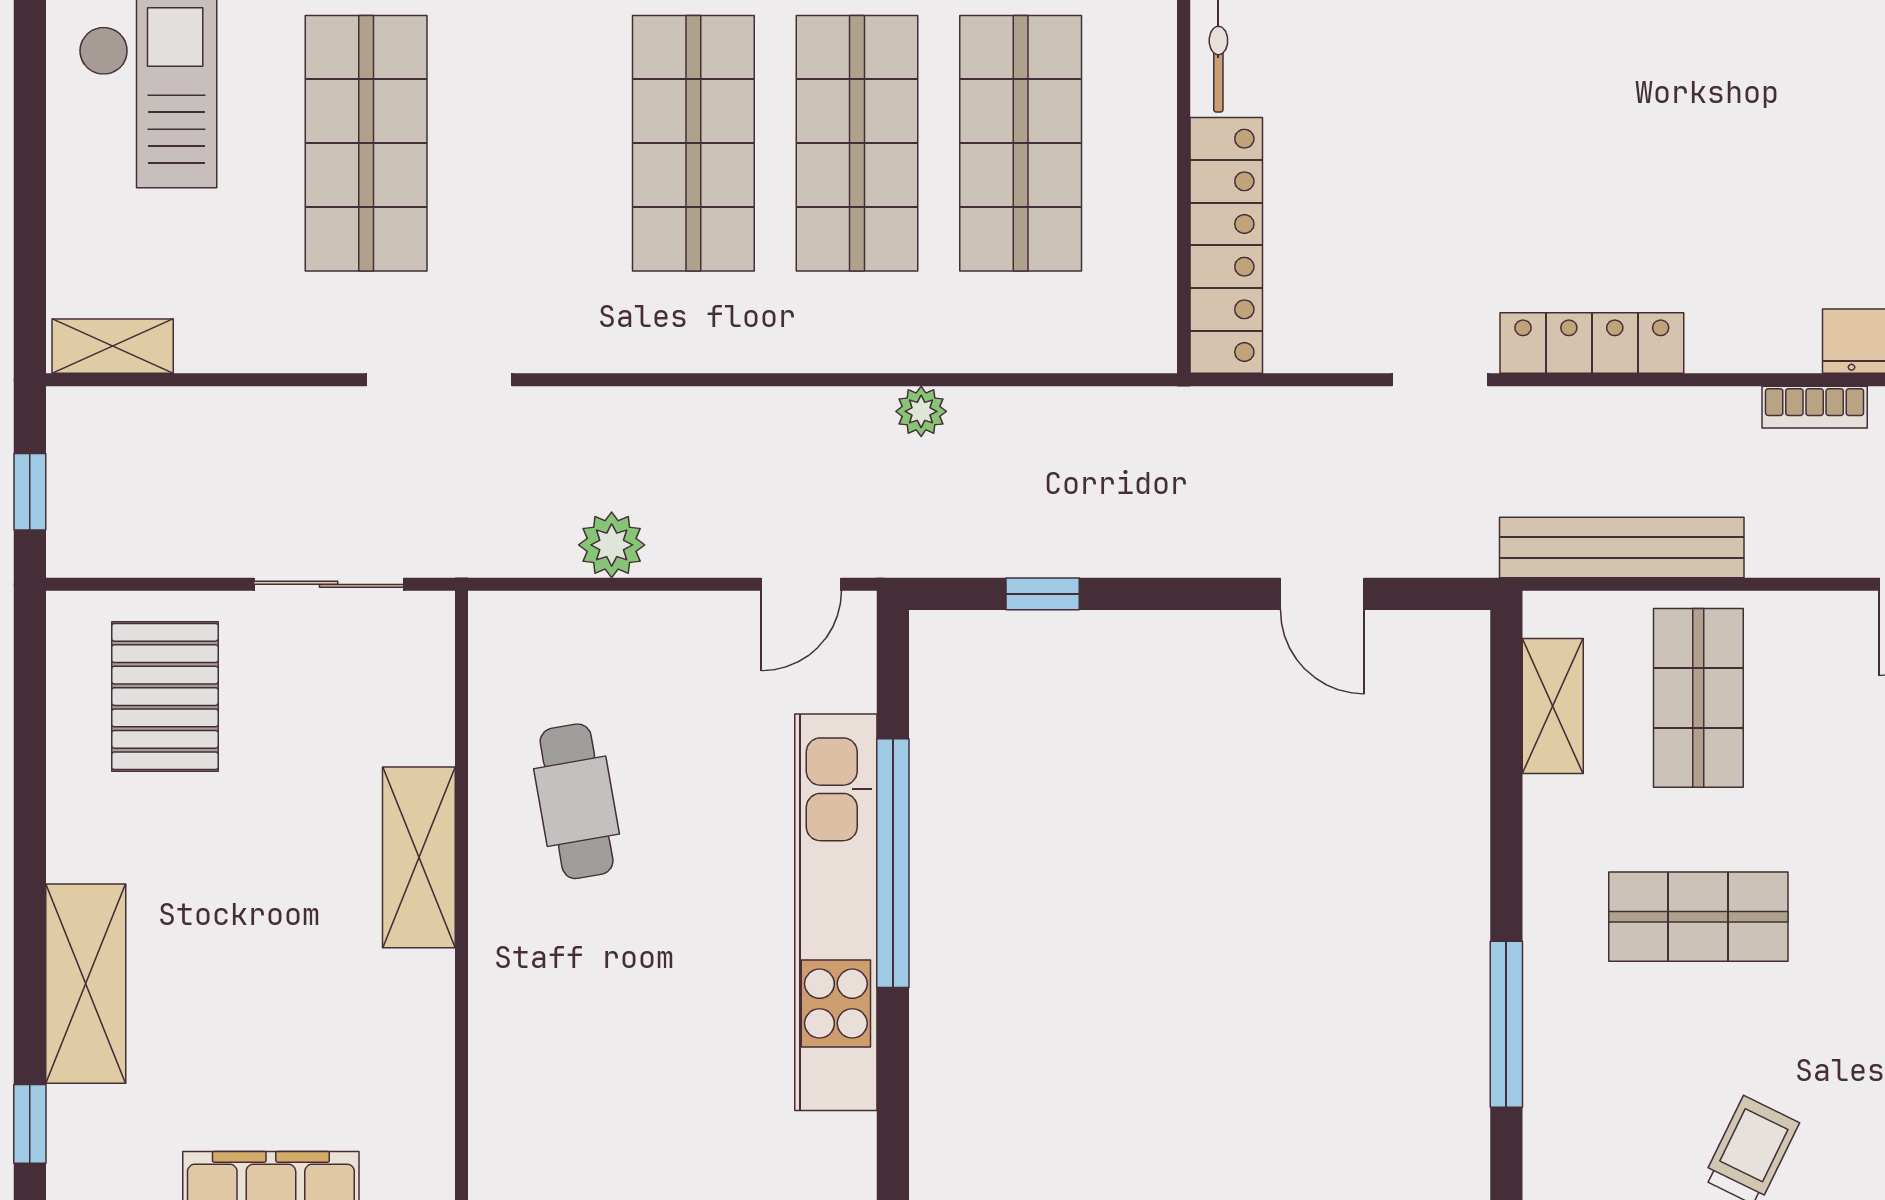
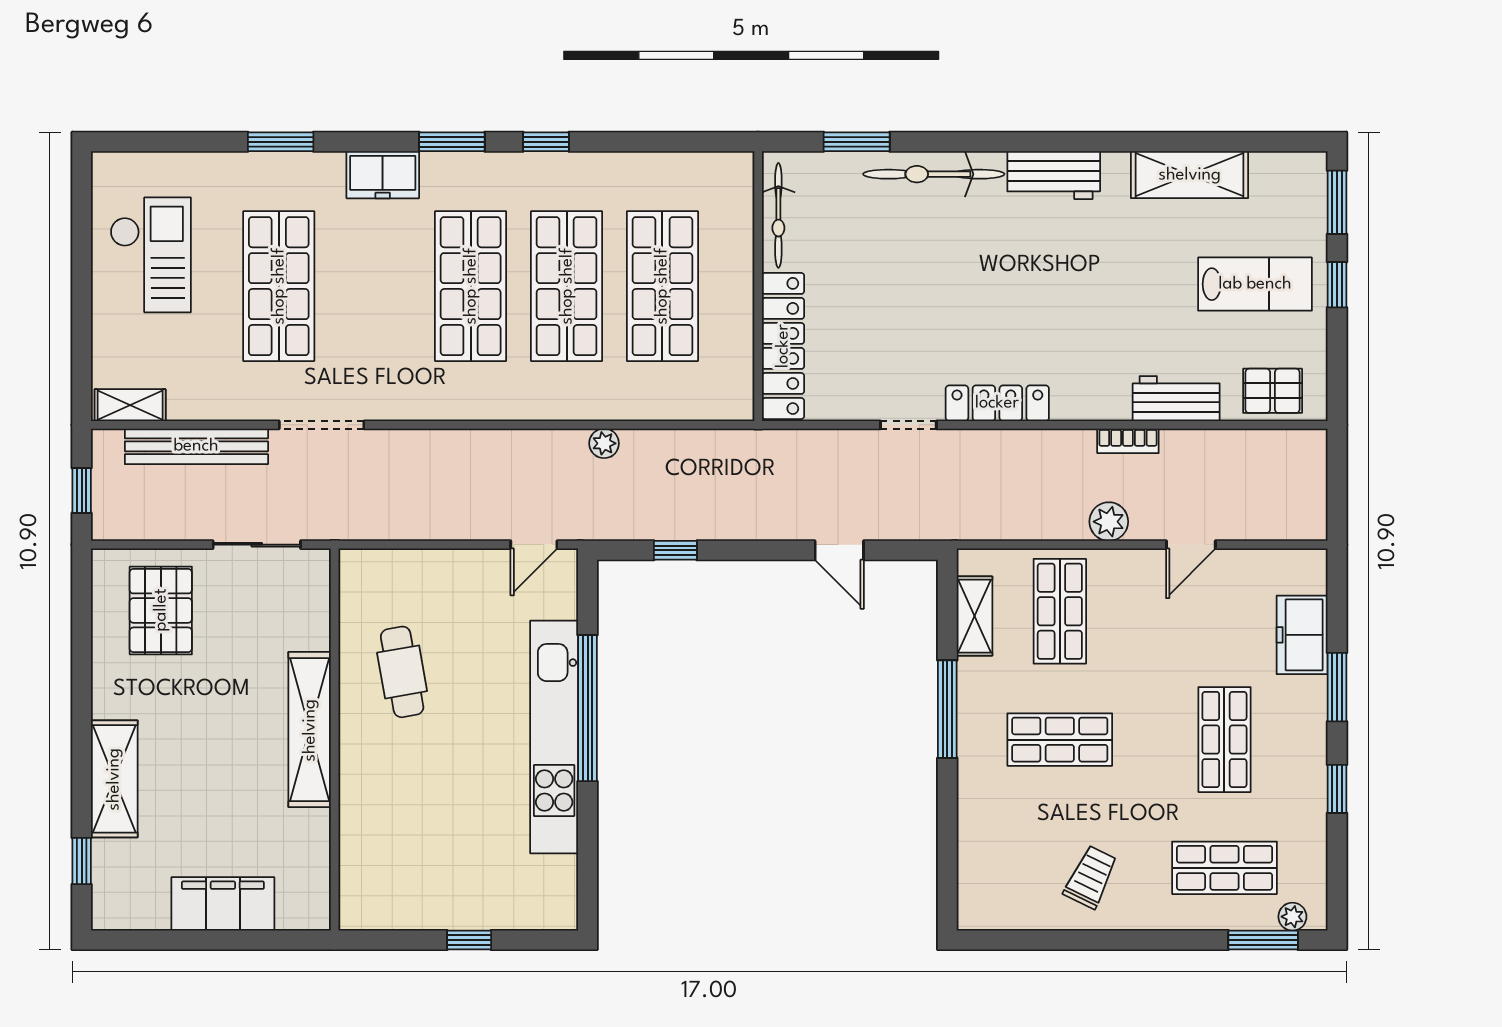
plant: (612, 545) -> (1109, 522), moved
bench: (1622, 548) -> (196, 446), moved
shelving: (419, 857) -> (310, 730), width x1.47
window: (1506, 1024) -> (947, 709), moved

